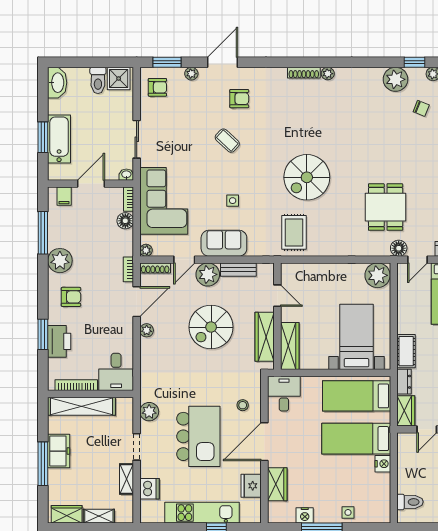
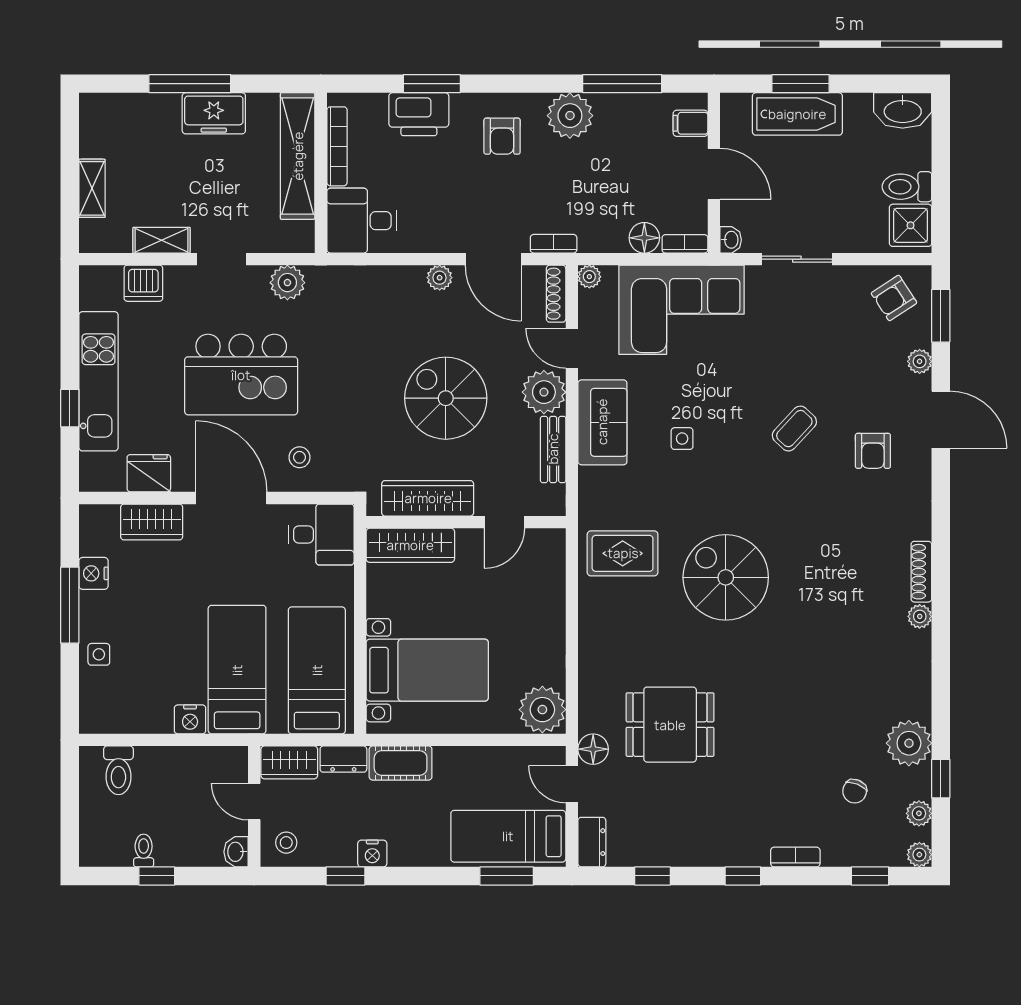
armchair: (157, 87) -> (894, 298), turned 57
wardrobe: (67, 514) -> (95, 128), removed

